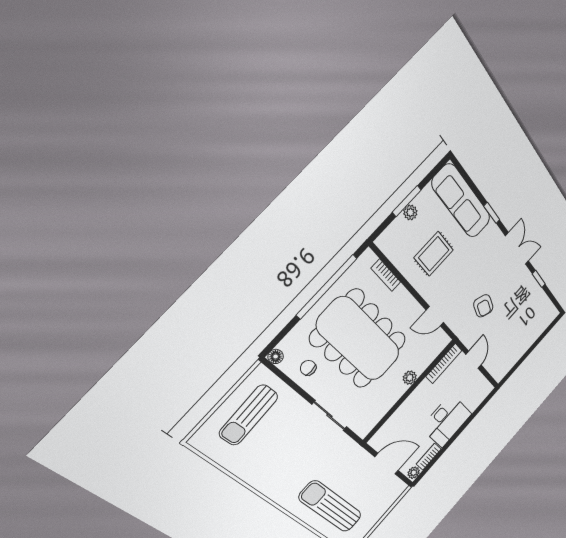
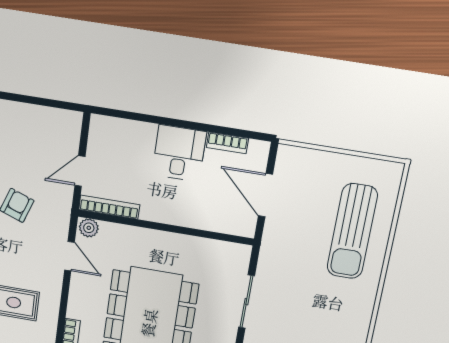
plant: (410, 378) -> (89, 228), moved
desk: (447, 421) -> (179, 153), width x0.73
plant: (414, 473) -> (258, 149), removed

